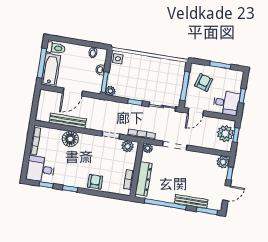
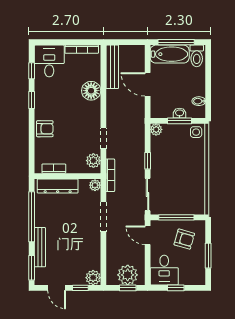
window: (105, 82) -> (180, 121), moved
bench: (68, 121) -> (112, 67), moved

